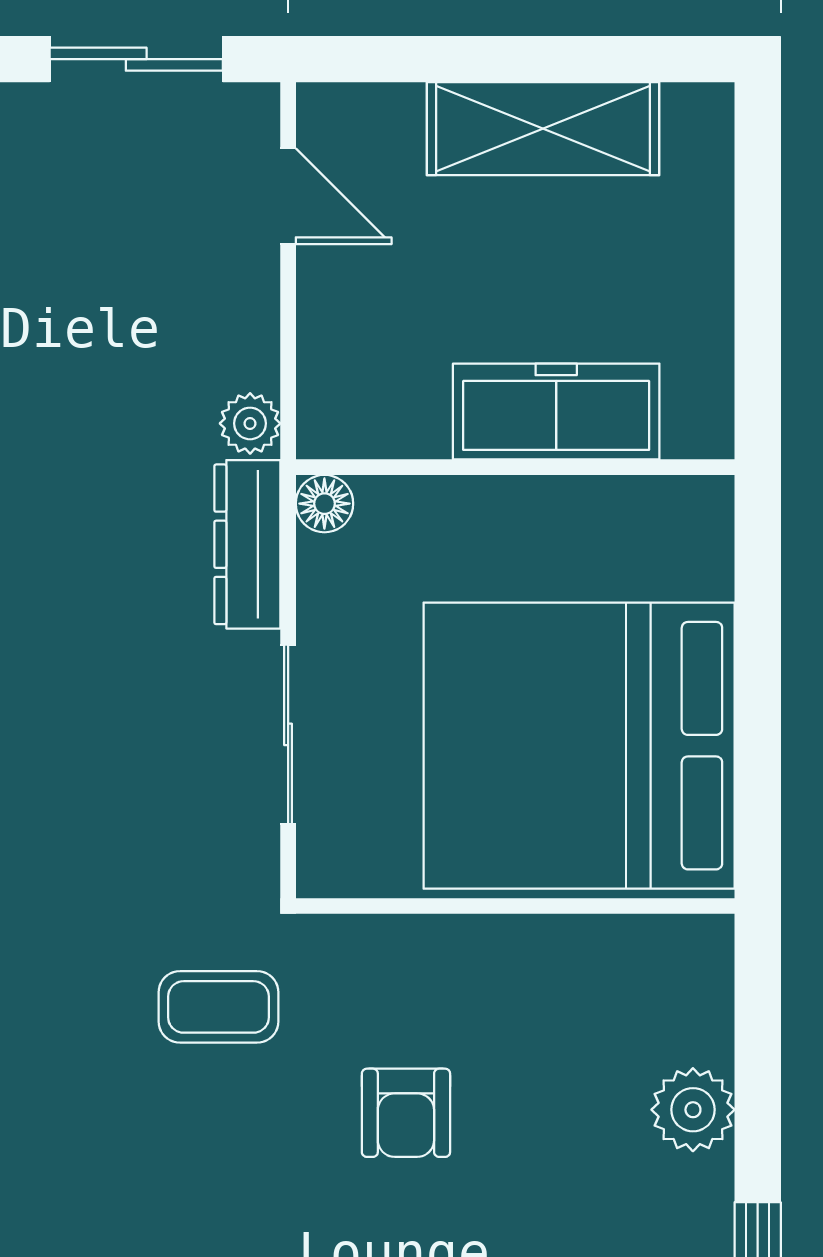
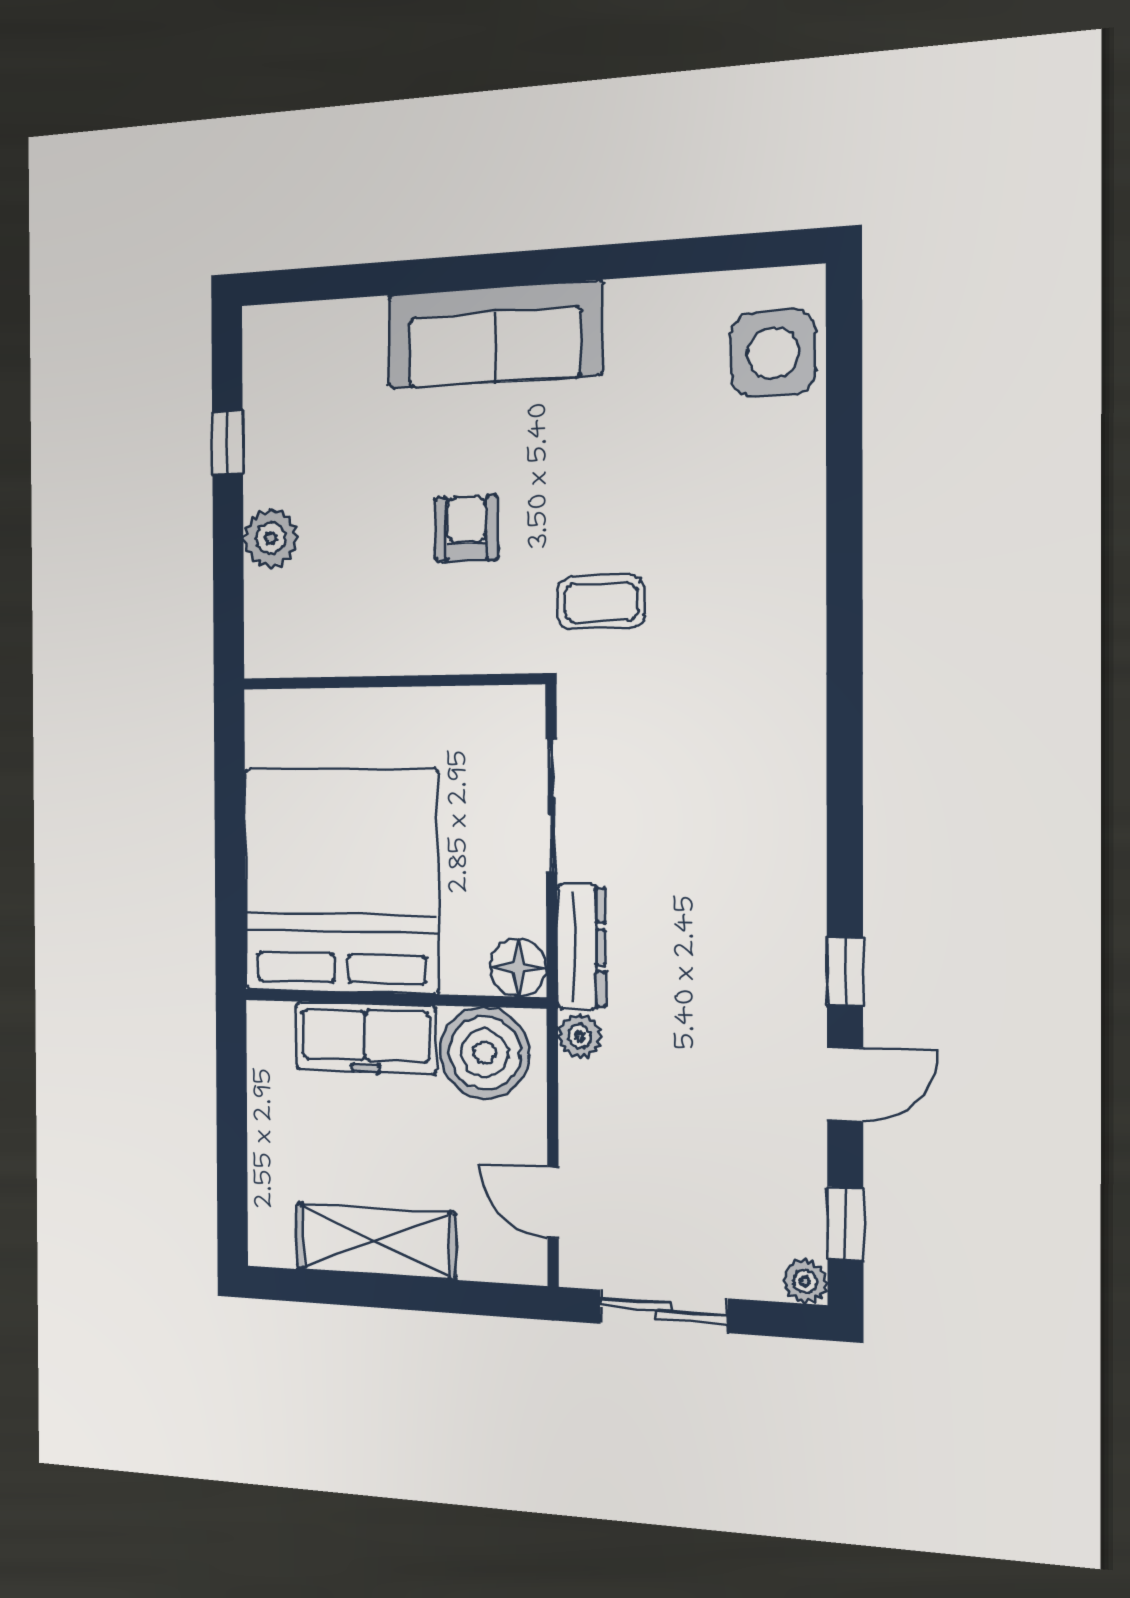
boiler: (384, 396) -> (485, 1053), added
floor lamp: (324, 504) -> (518, 968), width x1.37, depth x1.37
bed: (579, 746) -> (341, 880), moved, turned -90

